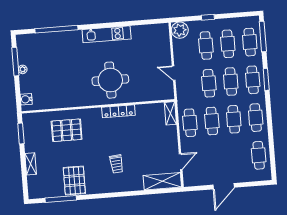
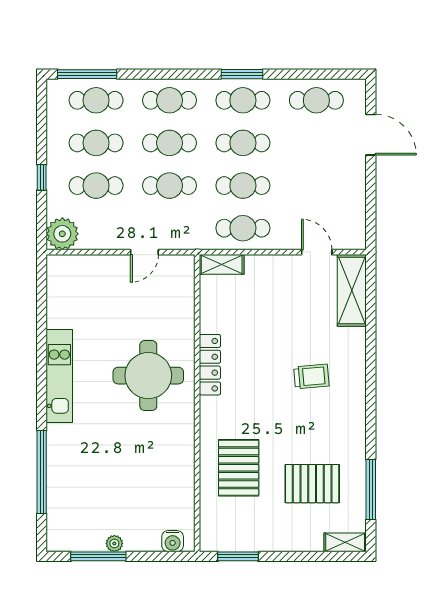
window: (266, 79) -> (242, 74), moved
shelving: (31, 164) -> (345, 542), moved
pallet: (74, 181) -> (312, 484), moved
door: (224, 186) -> (371, 135), moved

